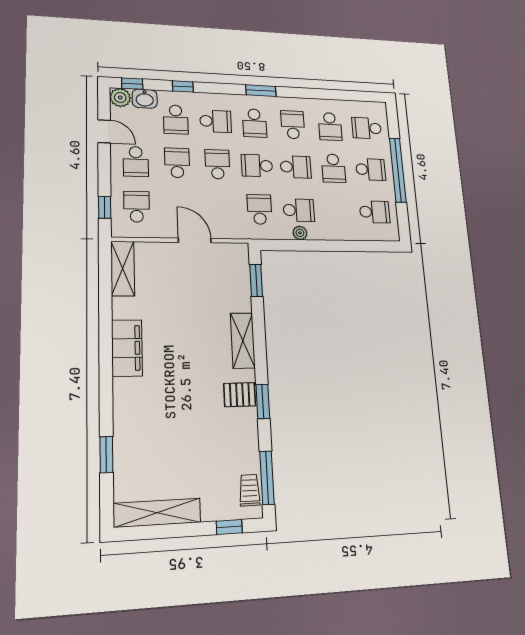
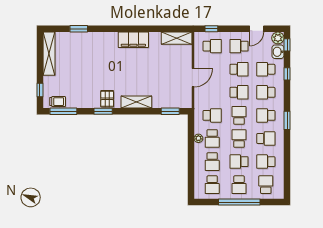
school desk: (216, 121) -> (266, 92), turned 90
school desk: (296, 167) -> (239, 139), turned 180
school desk: (337, 211) -> (212, 162), added

